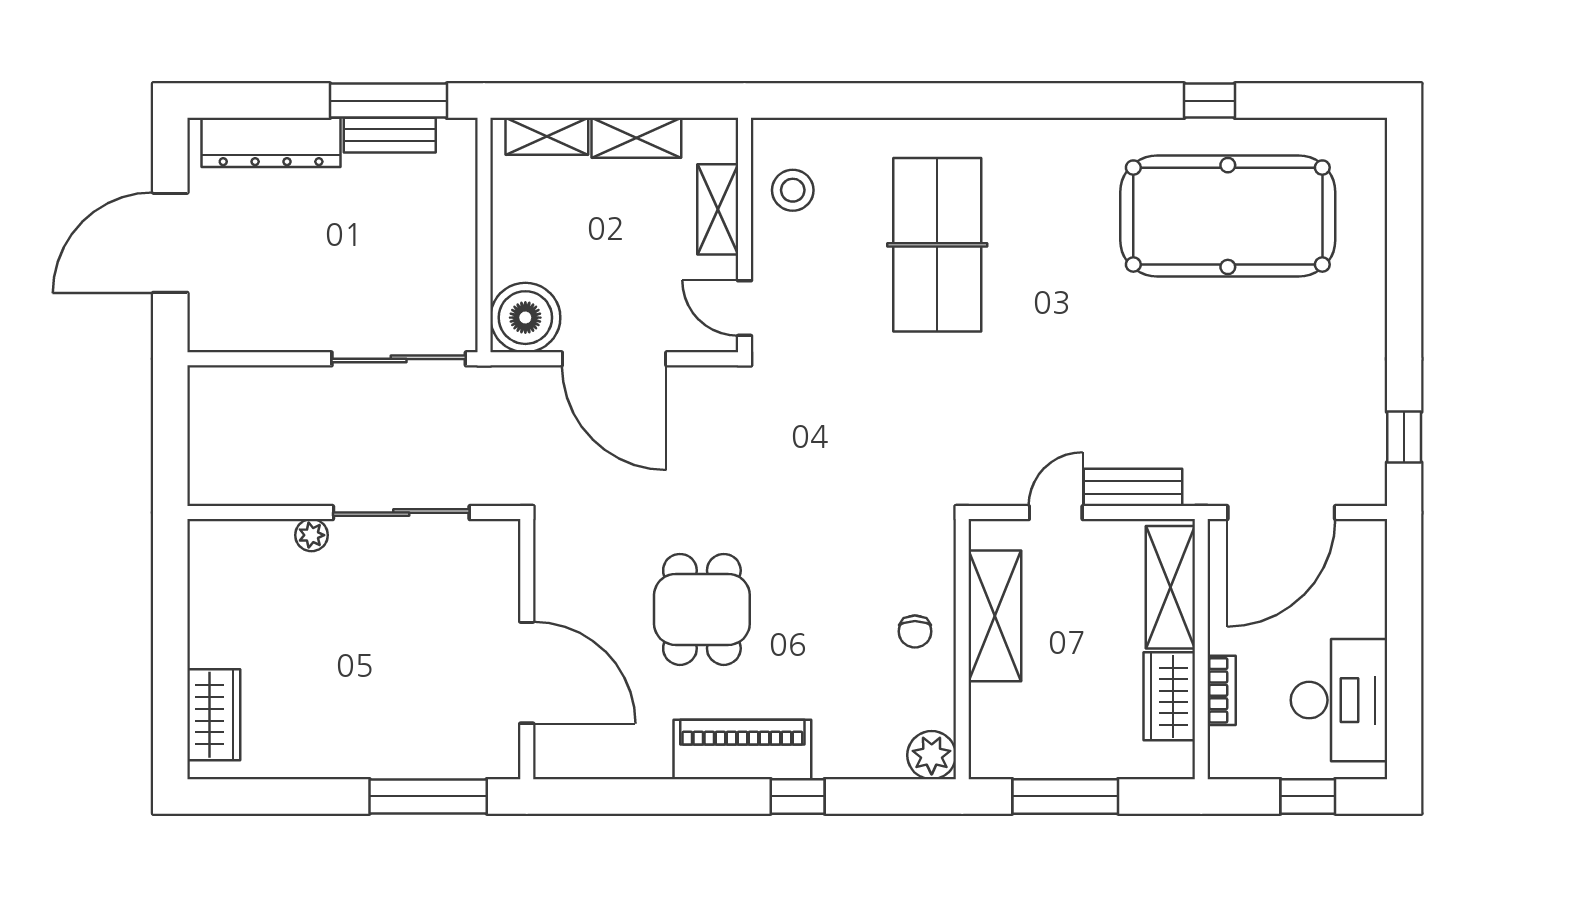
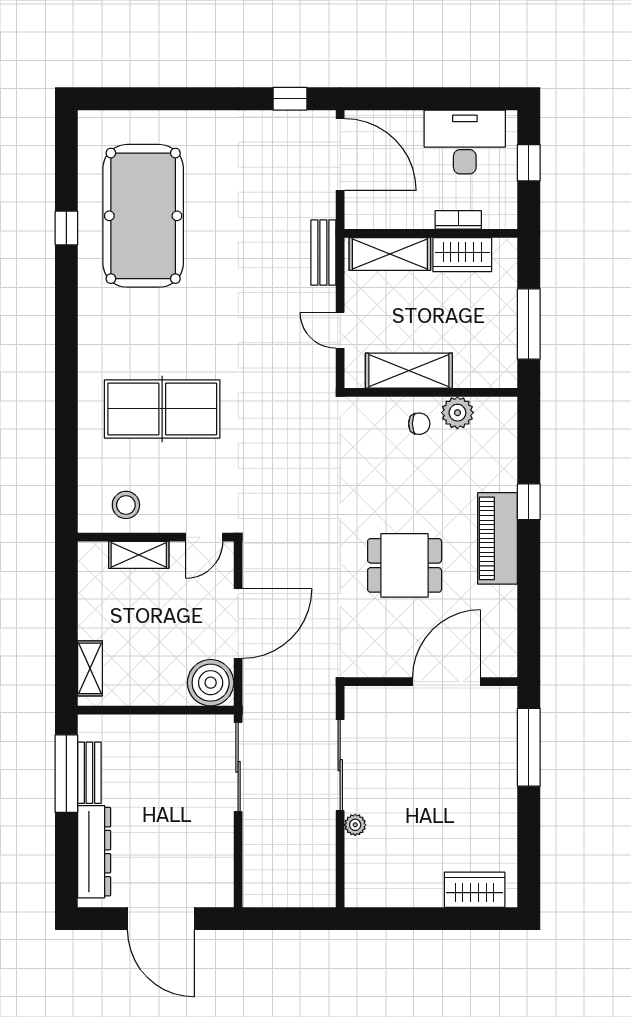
shelving: (636, 138) -> (91, 609), removed
bench: (1133, 487) -> (323, 253), moved
door: (1281, 513) -> (340, 154), moved
plant: (932, 755) -> (457, 413), moved

